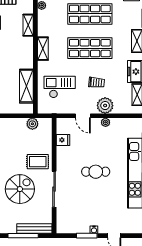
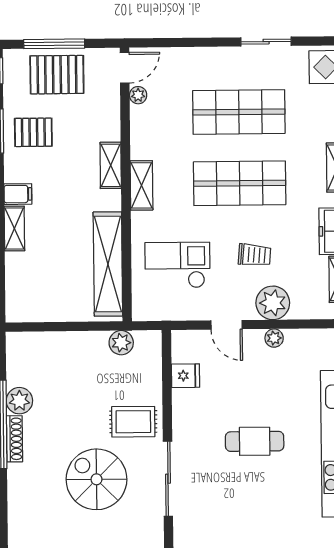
shelving: (28, 25) -> (111, 165), moved
shelving: (26, 86) -> (108, 264), width x1.47
spiral stairs: (20, 189) -> (96, 479), turned -90

